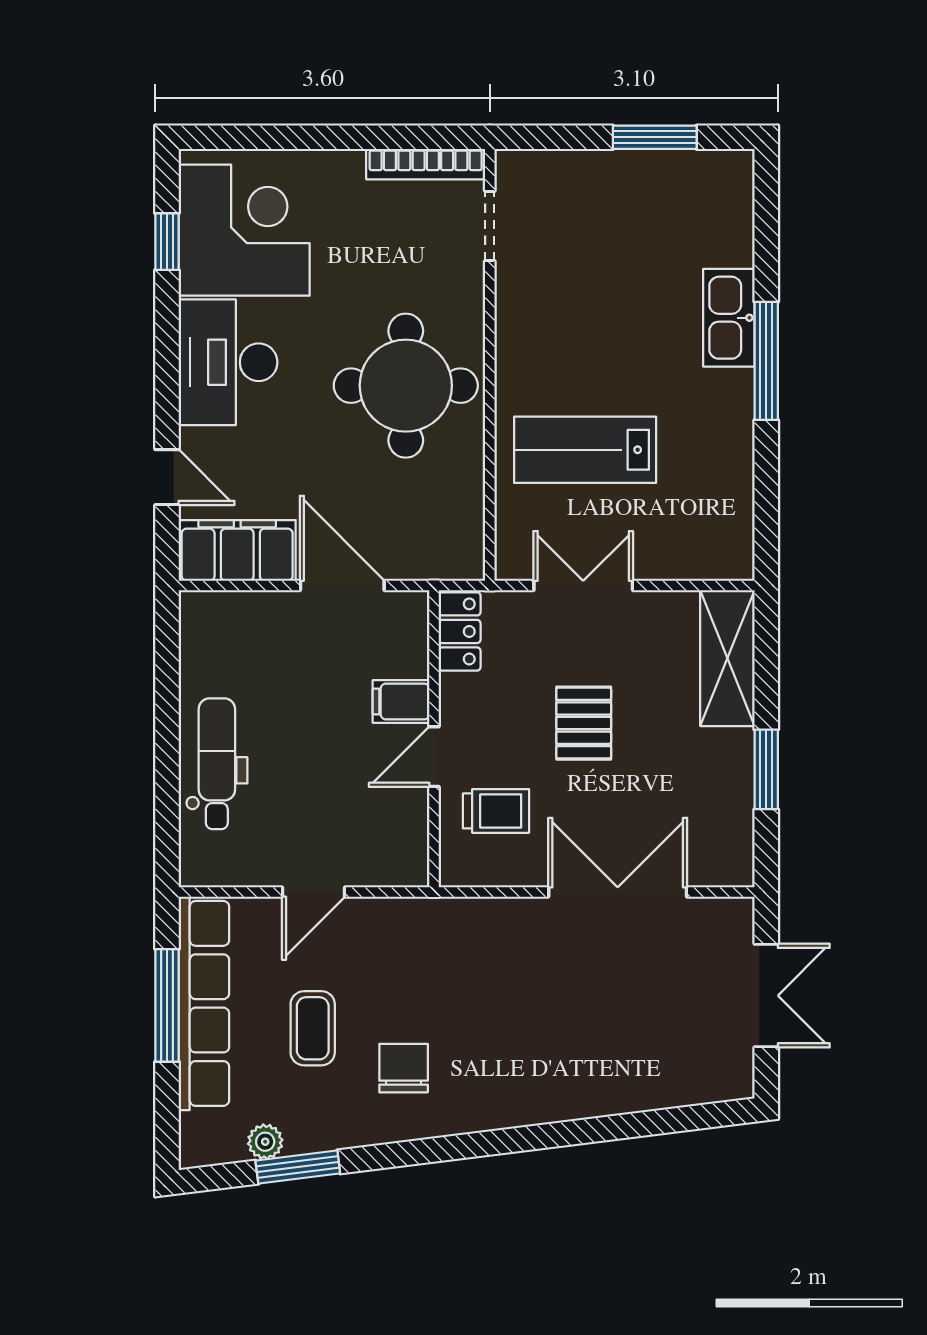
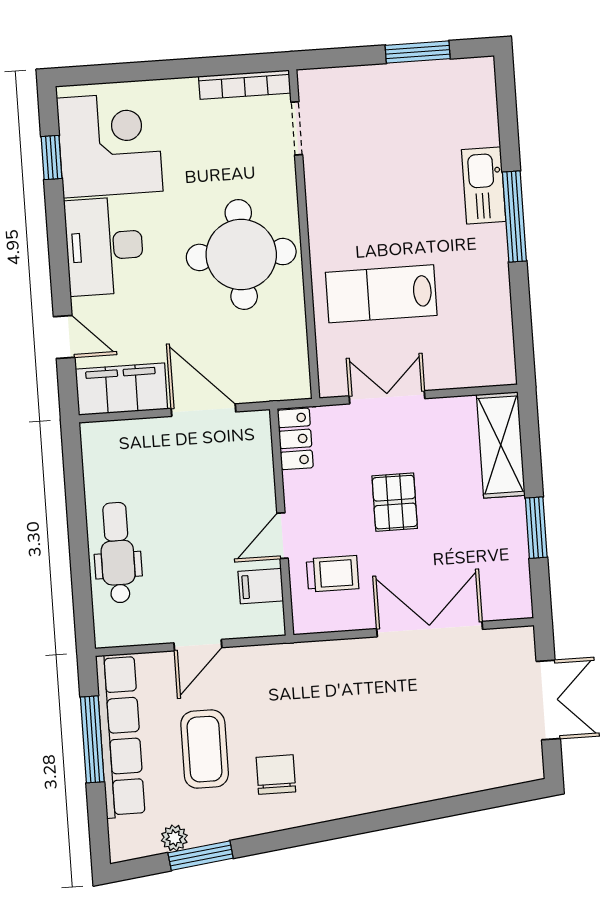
filing cabinet: (401, 702) -> (261, 586), moved
coffee table: (313, 1028) -> (205, 749), width x1.36, depth x1.30

